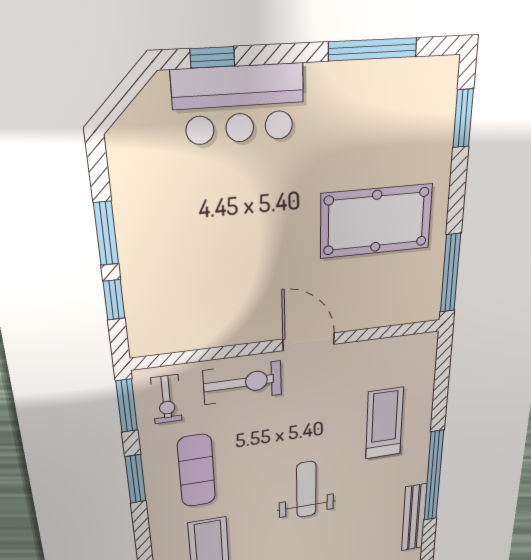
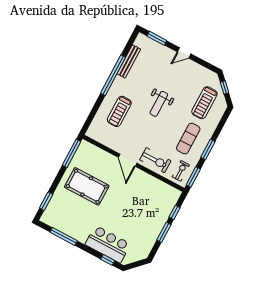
exercise bike: (243, 383) -> (155, 160), turned 180

